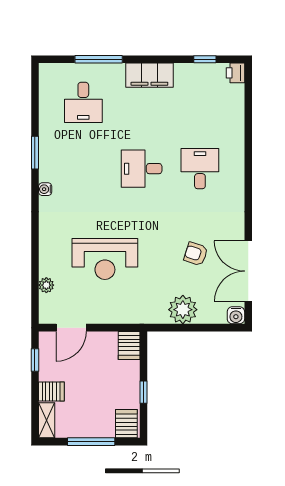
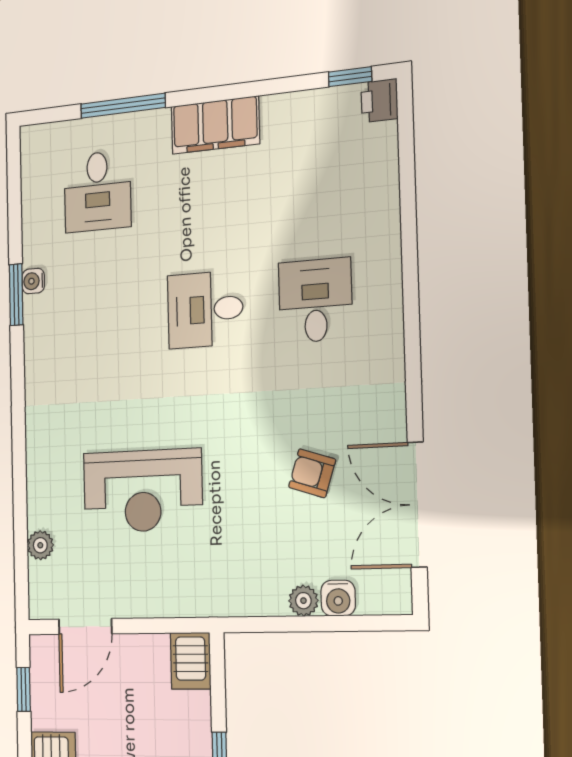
window: (205, 59) -> (350, 77), moved
water cooler: (45, 189) -> (33, 281), moved
plant: (183, 310) -> (303, 601), width x0.53, depth x0.53
water cooler: (236, 315) -> (338, 598), moved

